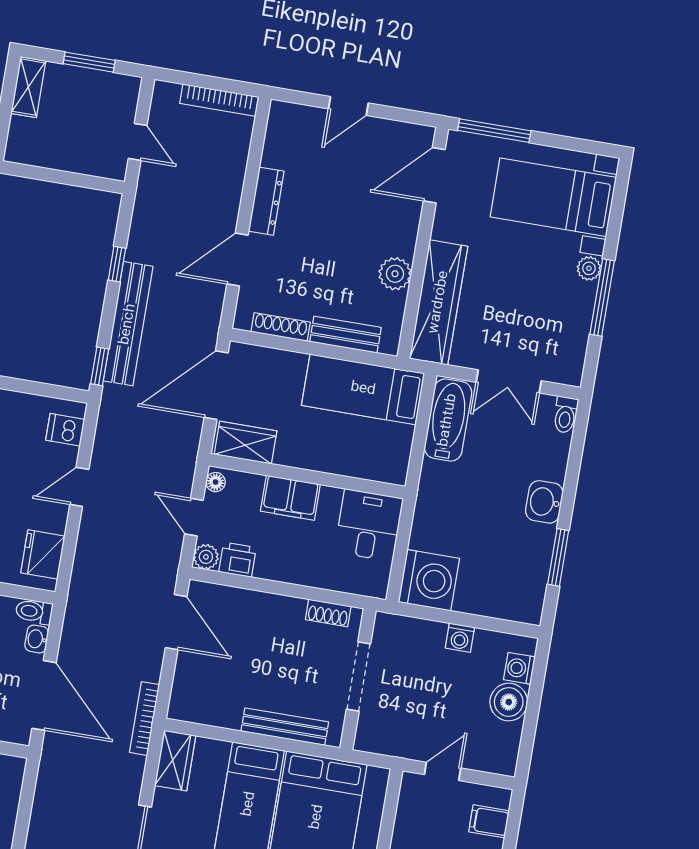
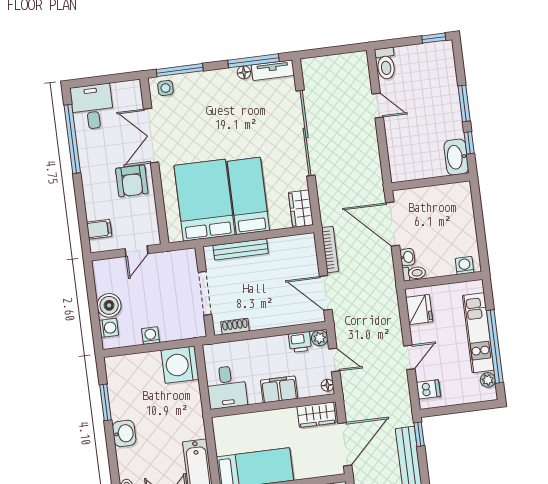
bookcase: (144, 719) -> (330, 250), moved

